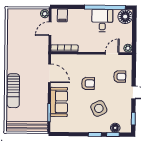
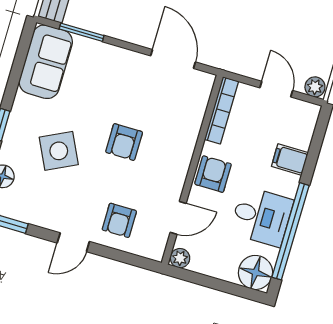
filing cabinet: (62, 15) -> (290, 159), moved
armchair: (91, 44) -> (213, 174), added
door: (112, 53) -> (178, 218), hinge flipped
door: (50, 73) -> (173, 59), swing flipped
sofa: (59, 102) -> (46, 62), moved, turned -90

